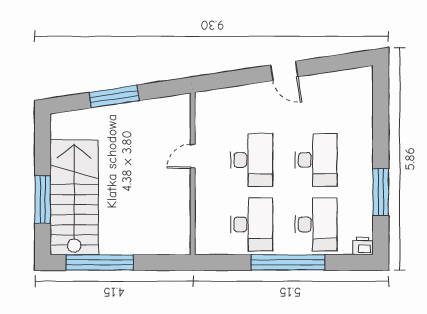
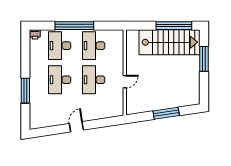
door: (284, 71) -> (76, 127), hinge flipped
window: (381, 192) -> (25, 91), moved
stairs: (74, 197) -> (170, 42), moved, turned -90

